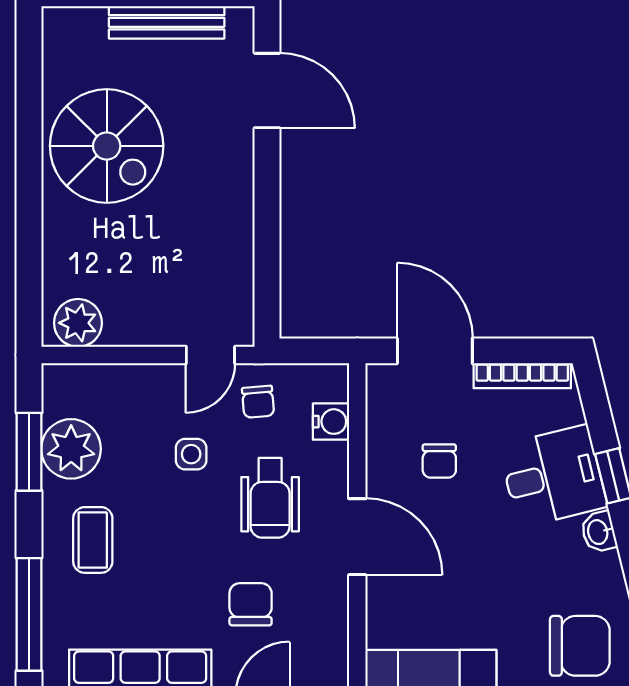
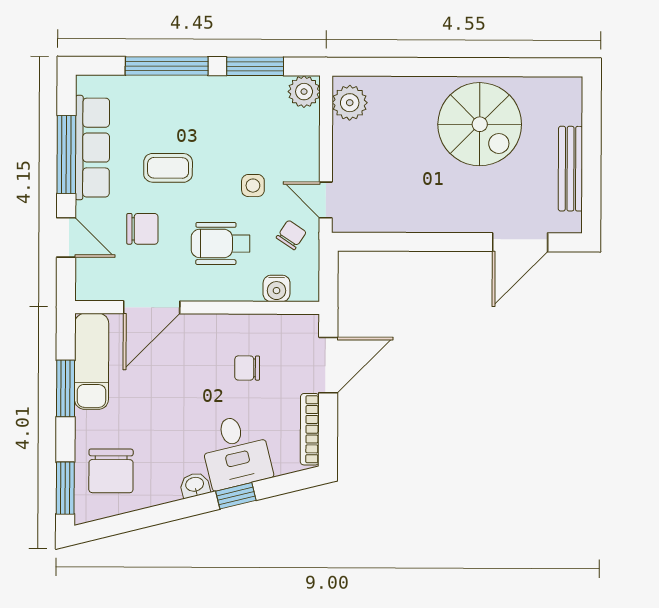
spiral stairs: (107, 146) -> (480, 124), turned -90
chair: (258, 402) -> (291, 235), turned 129
plant: (71, 449) -> (304, 92), moved, width x0.73, depth x0.73
door: (357, 537) -> (152, 307), moved
coffee table: (93, 540) -> (168, 168), moved
window: (29, 614) -> (167, 66), moved

